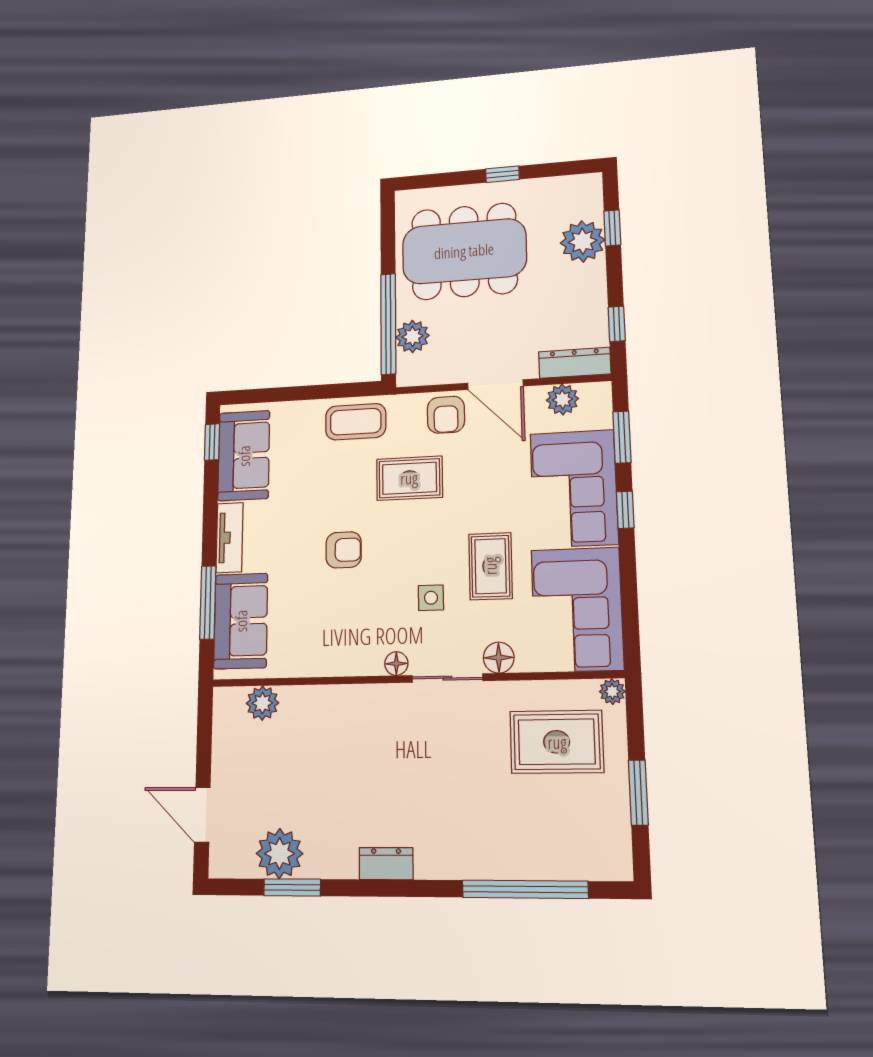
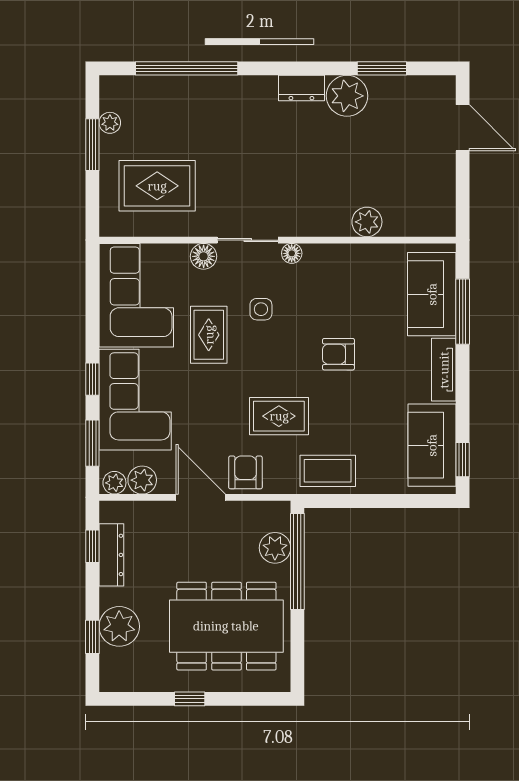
dresser: (575, 363) -> (111, 555), moved, turned -90
plant: (594, 395) -> (114, 483), added
plant: (612, 692) -> (110, 123), moved
plant: (262, 703) -> (367, 222), moved
plant: (279, 854) -> (347, 96), moved

